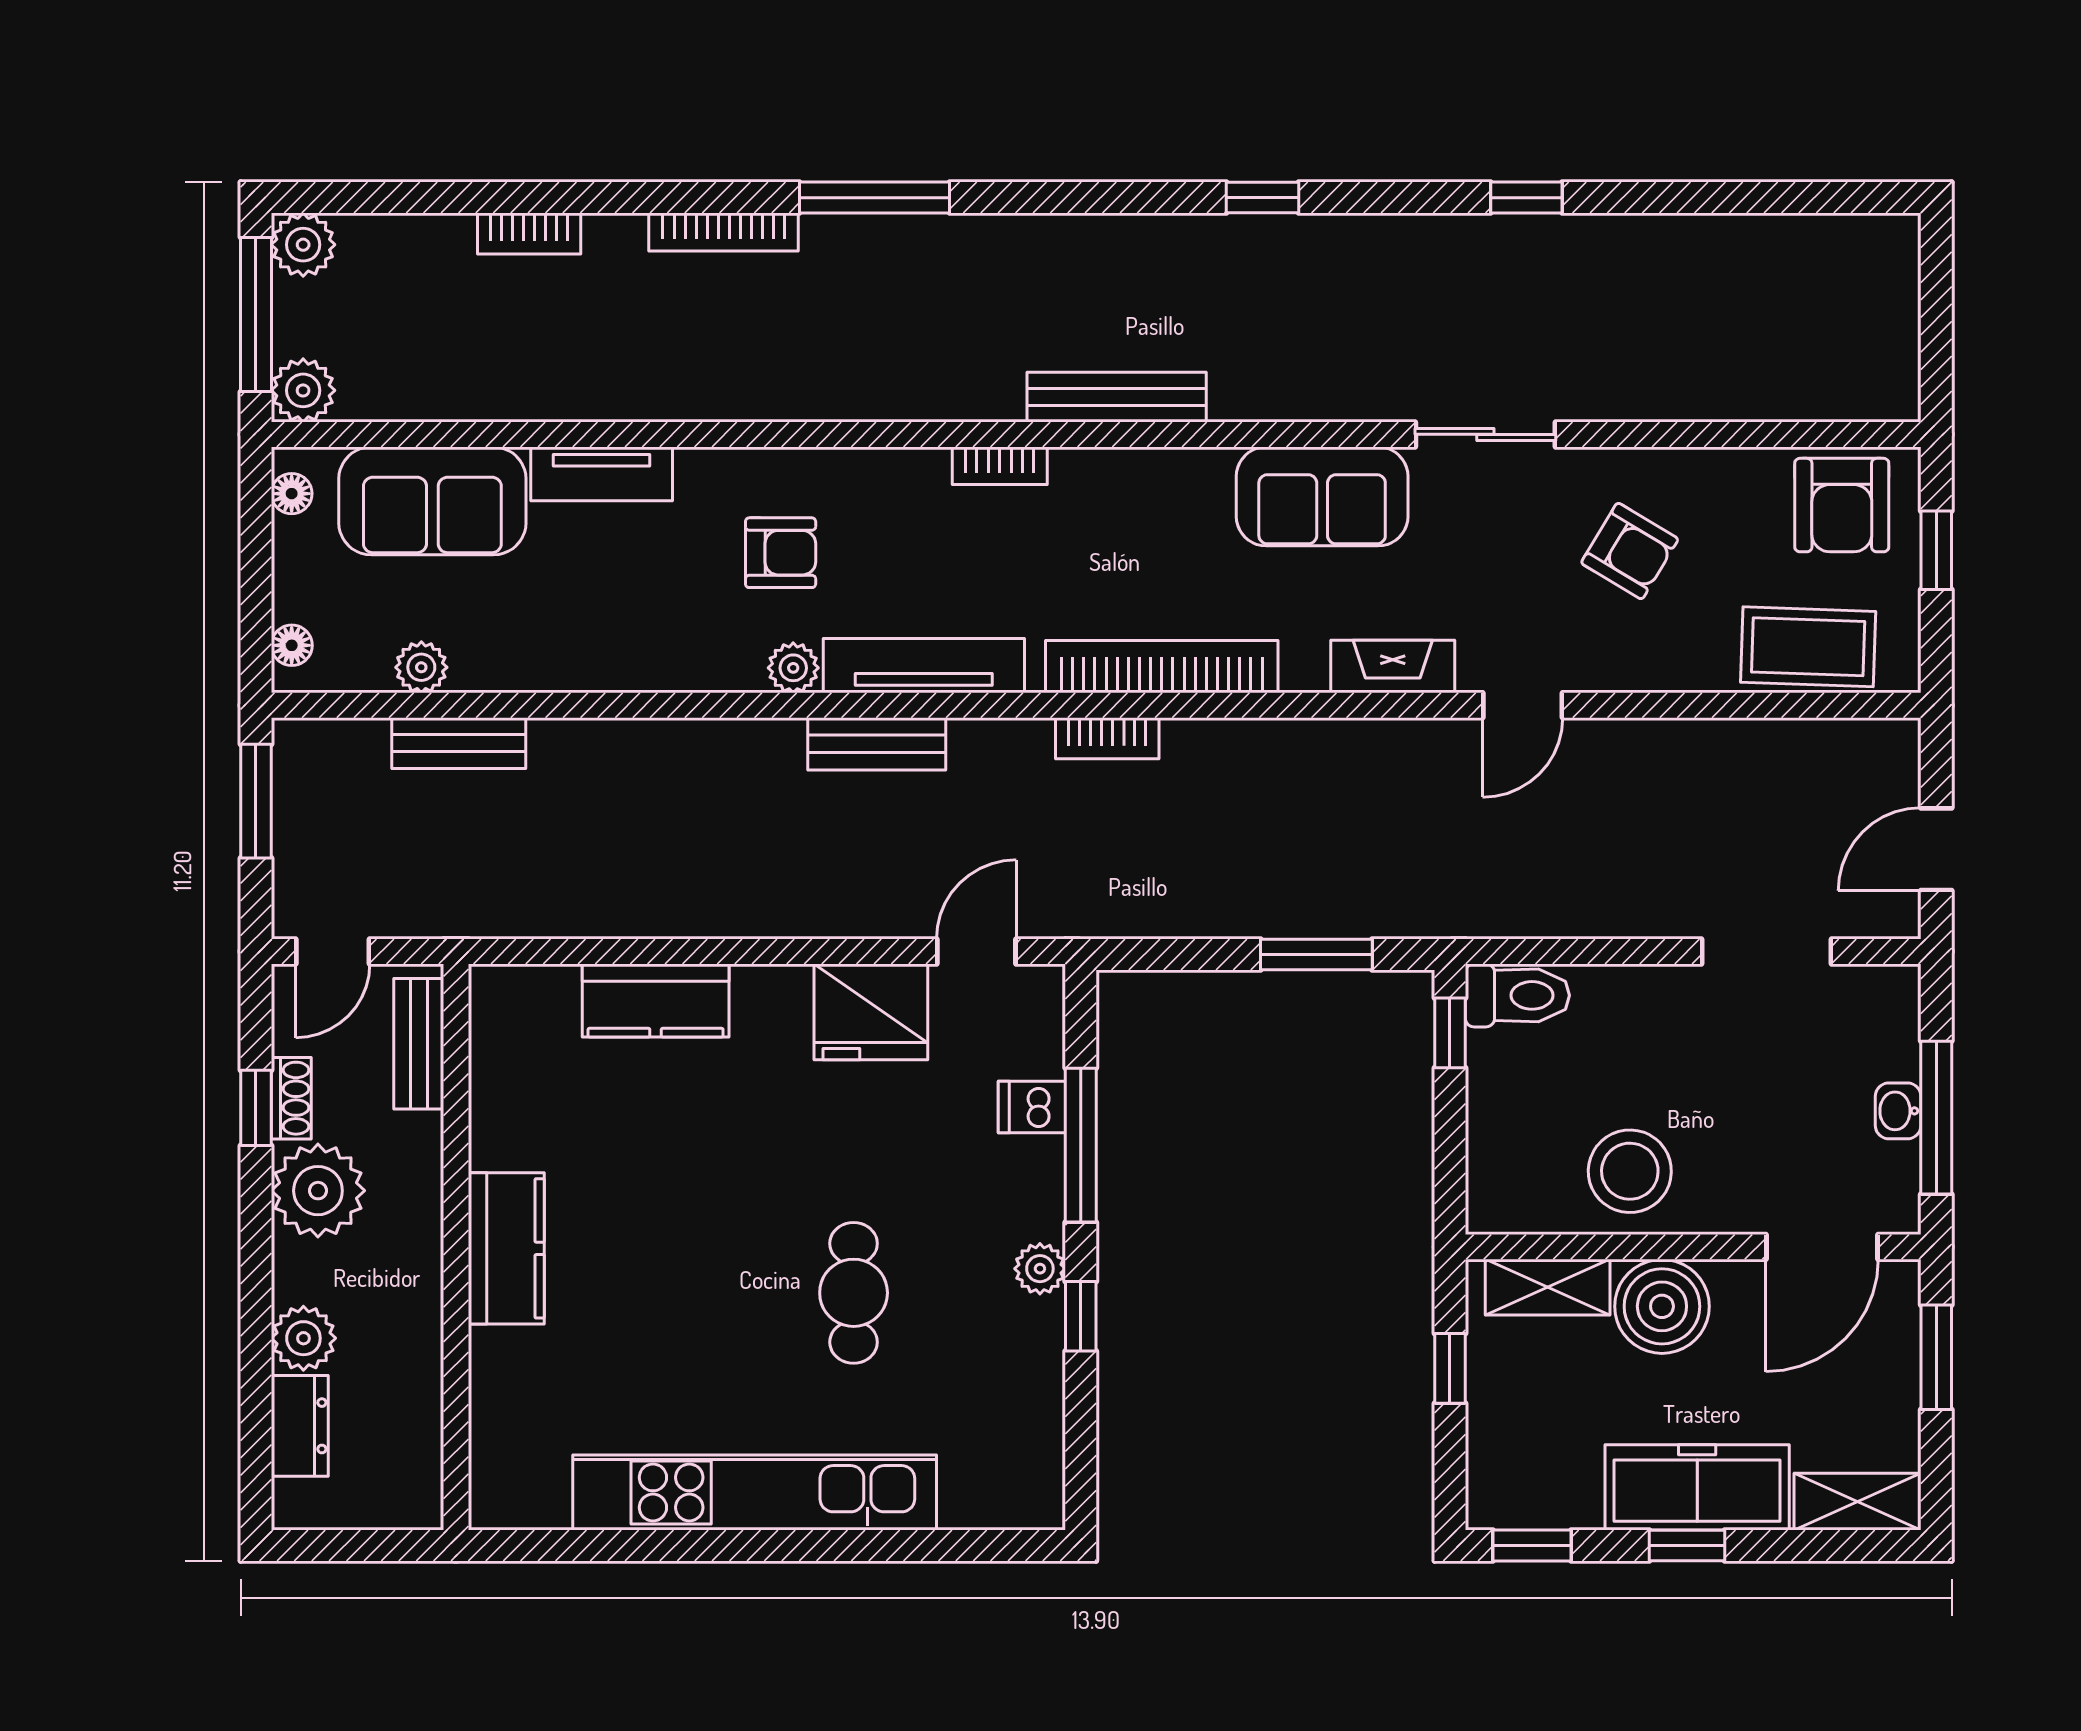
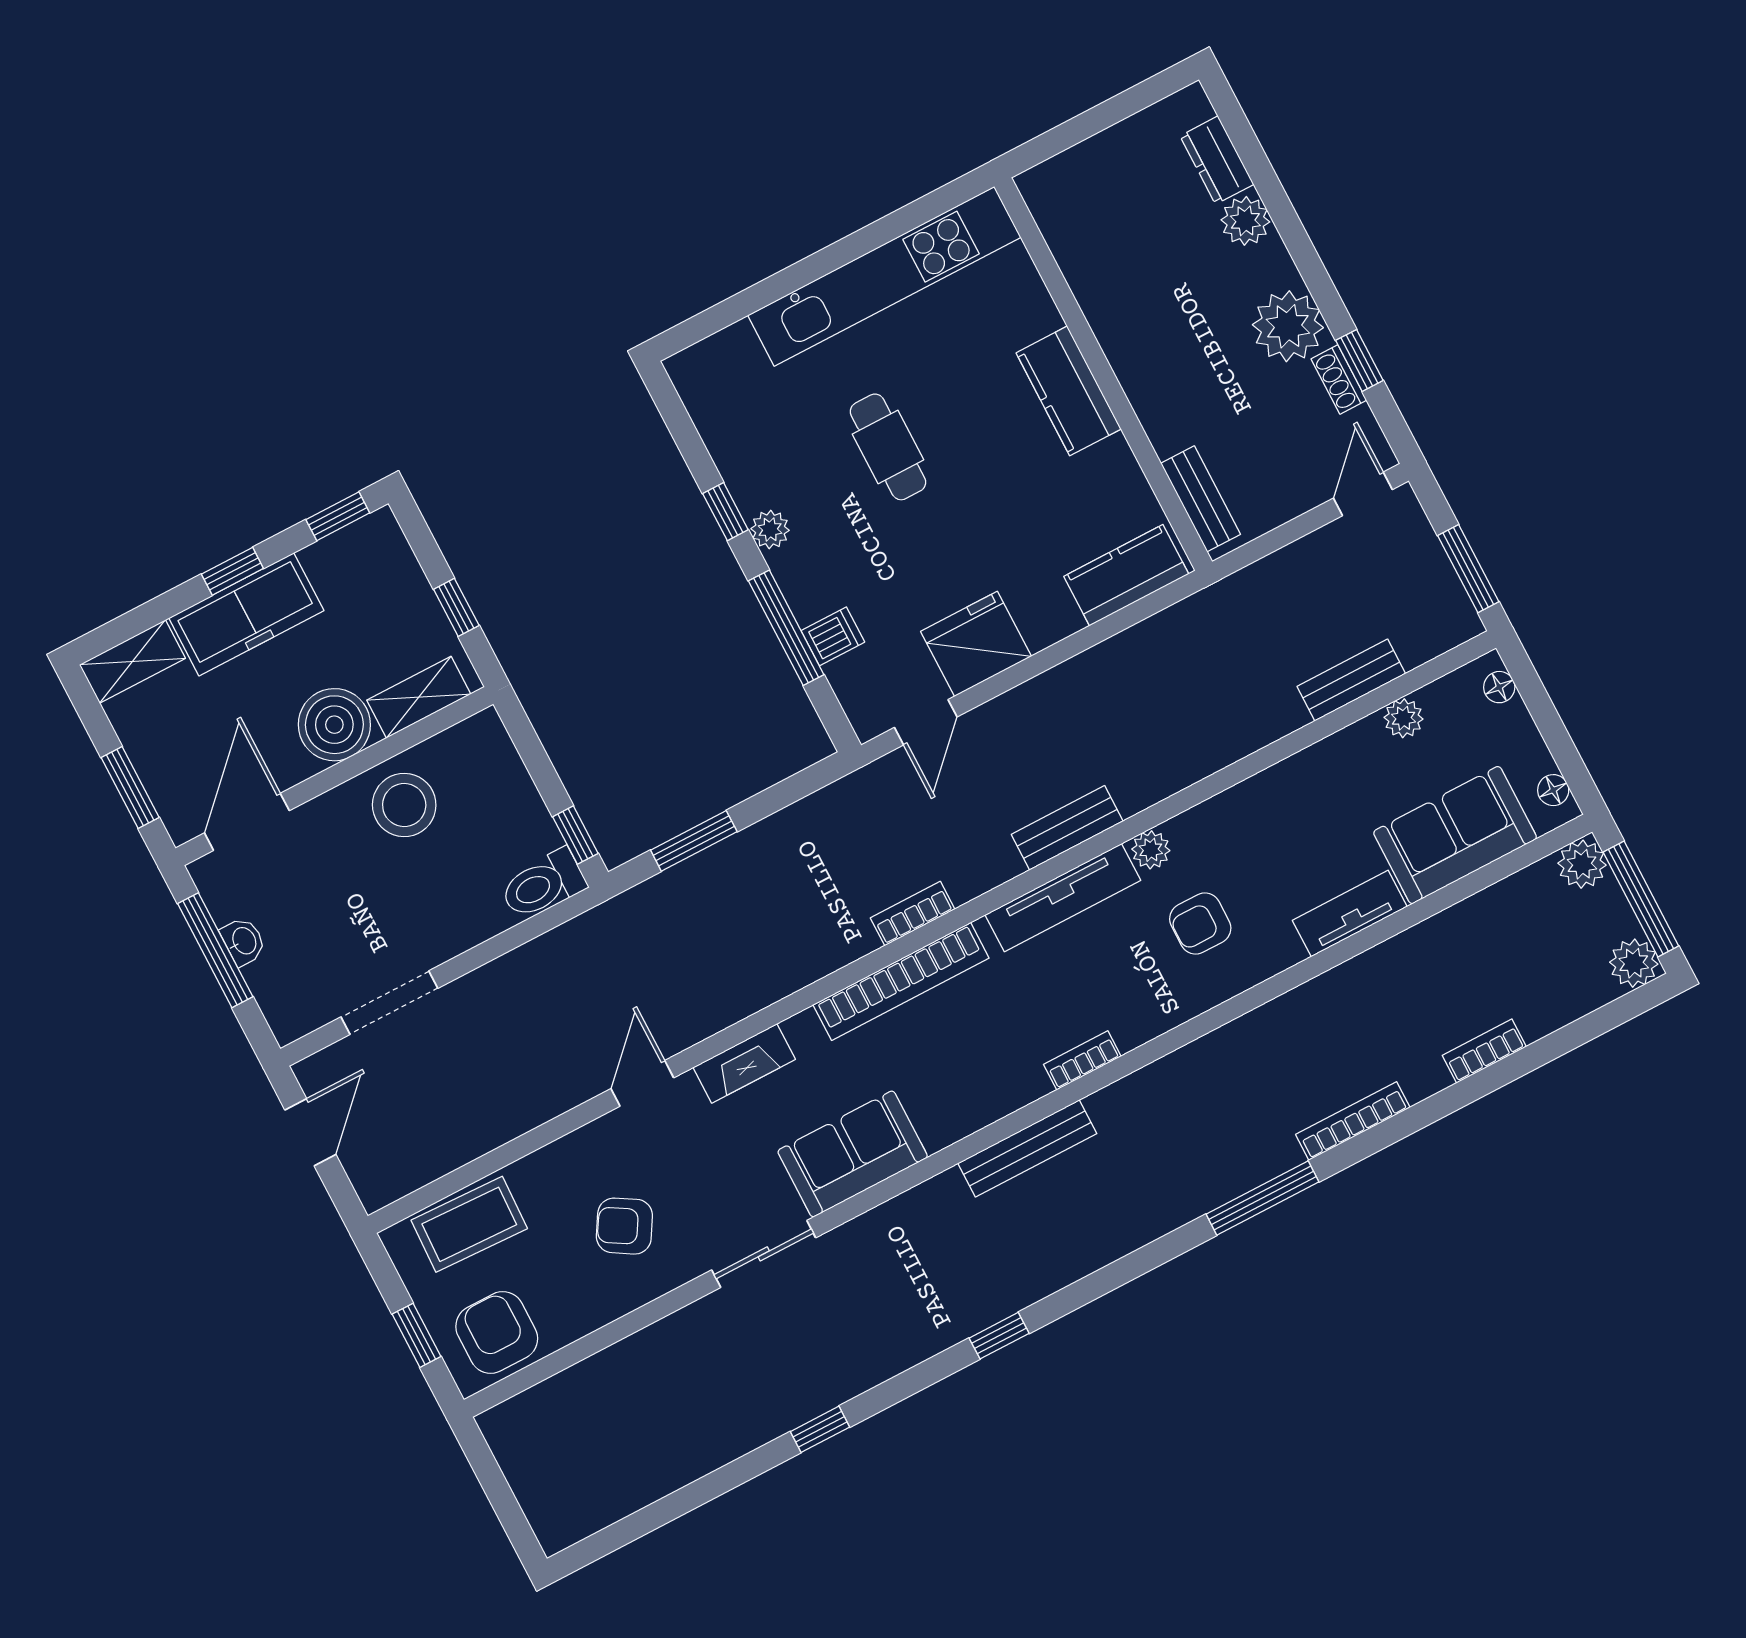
bench: (419, 1044) -> (1201, 499), moved
wall: (456, 1247) -> (1103, 374), moved
kitchen counter: (506, 1248) -> (1069, 391), moved

